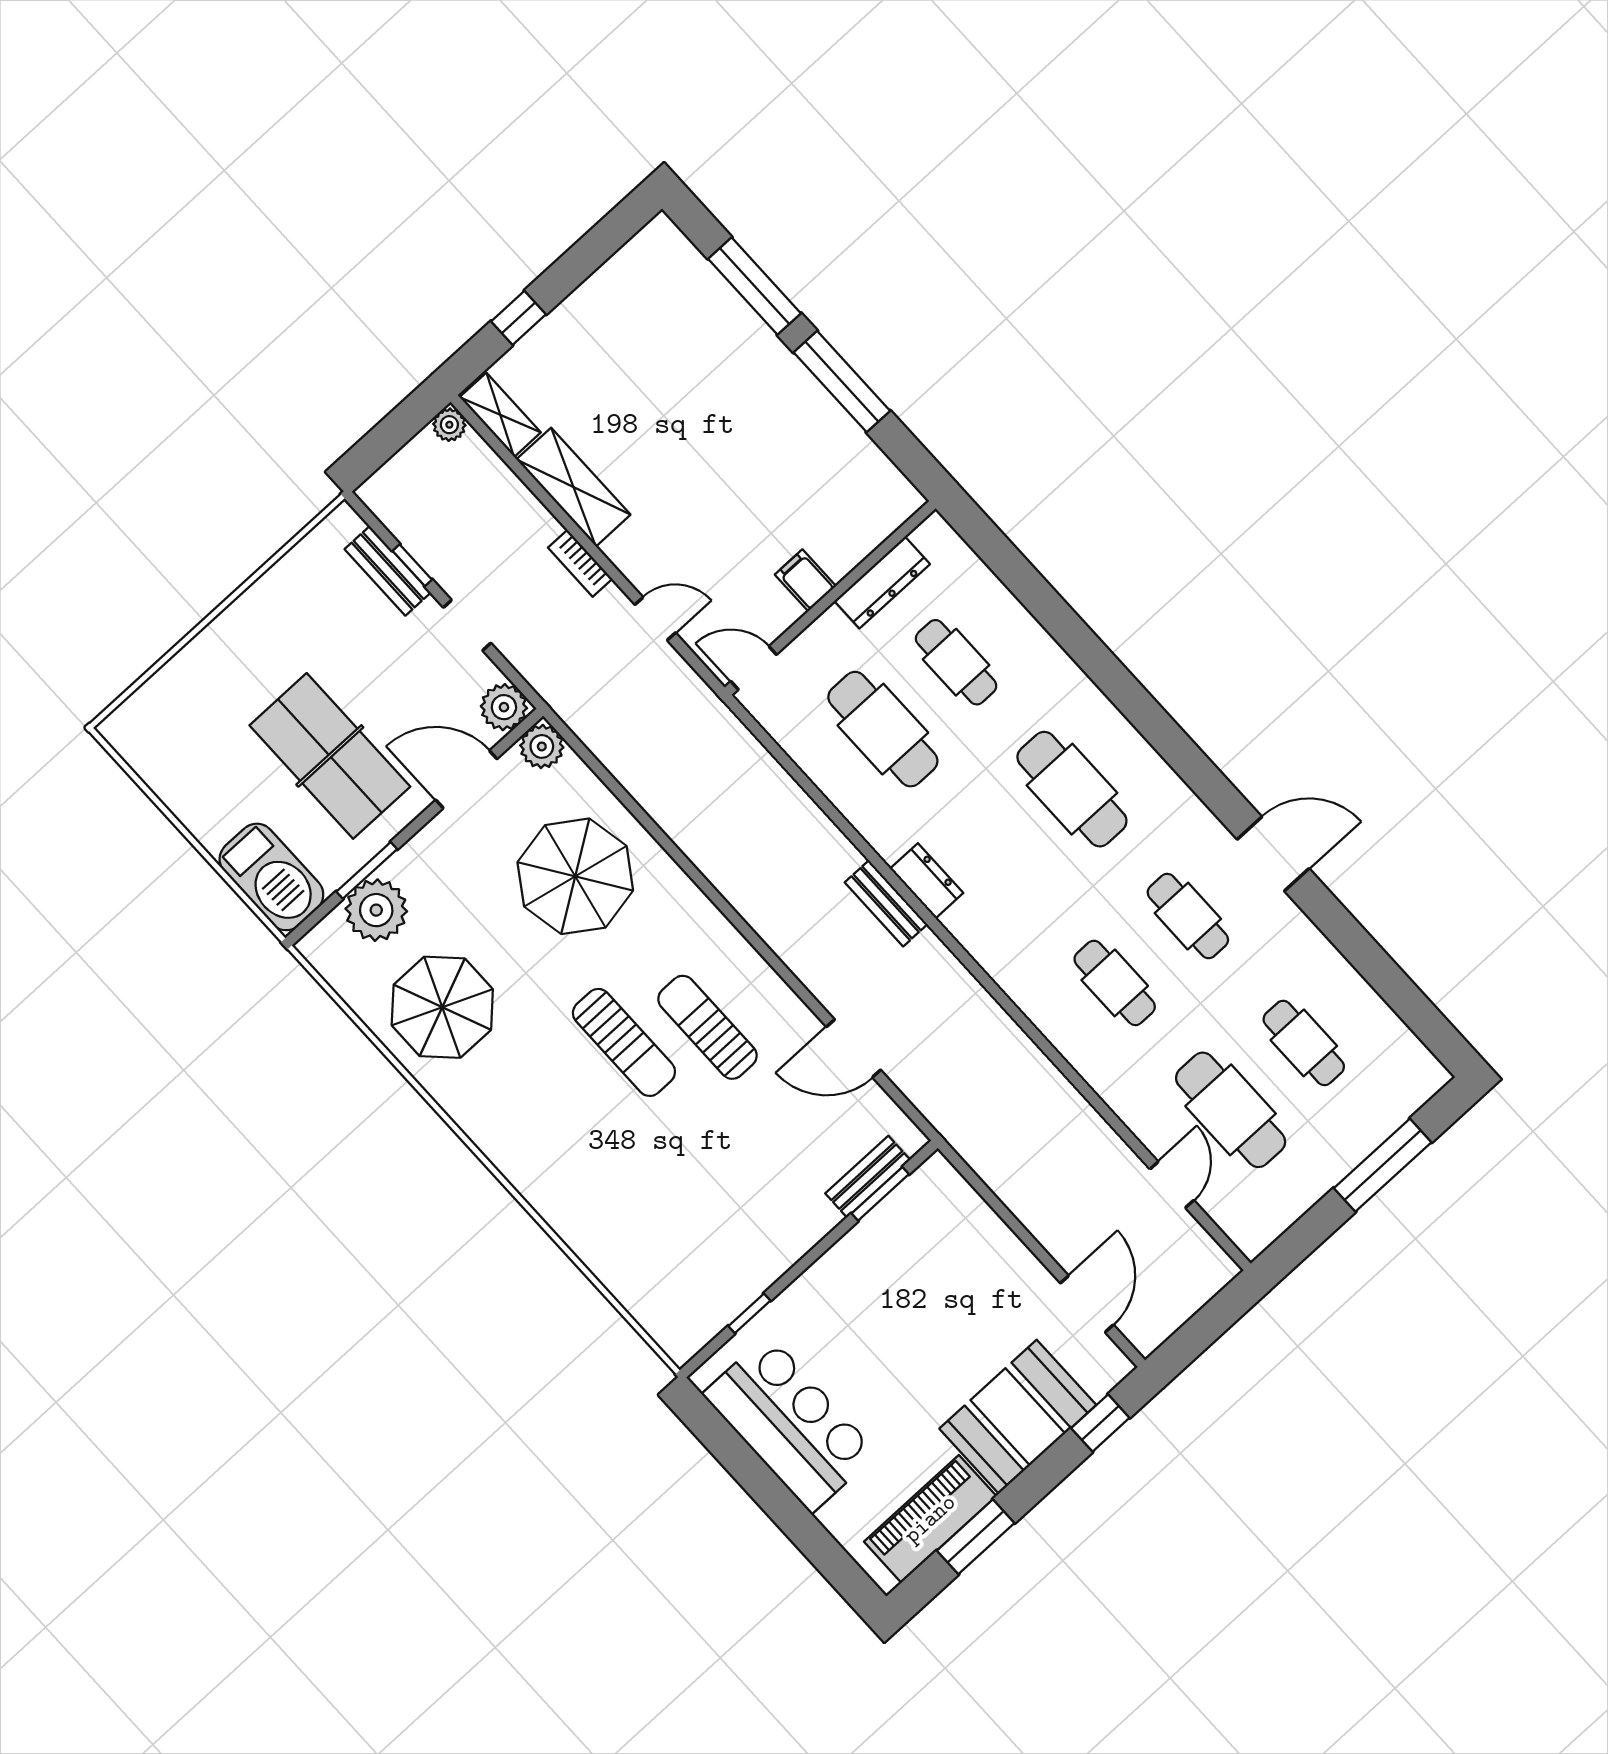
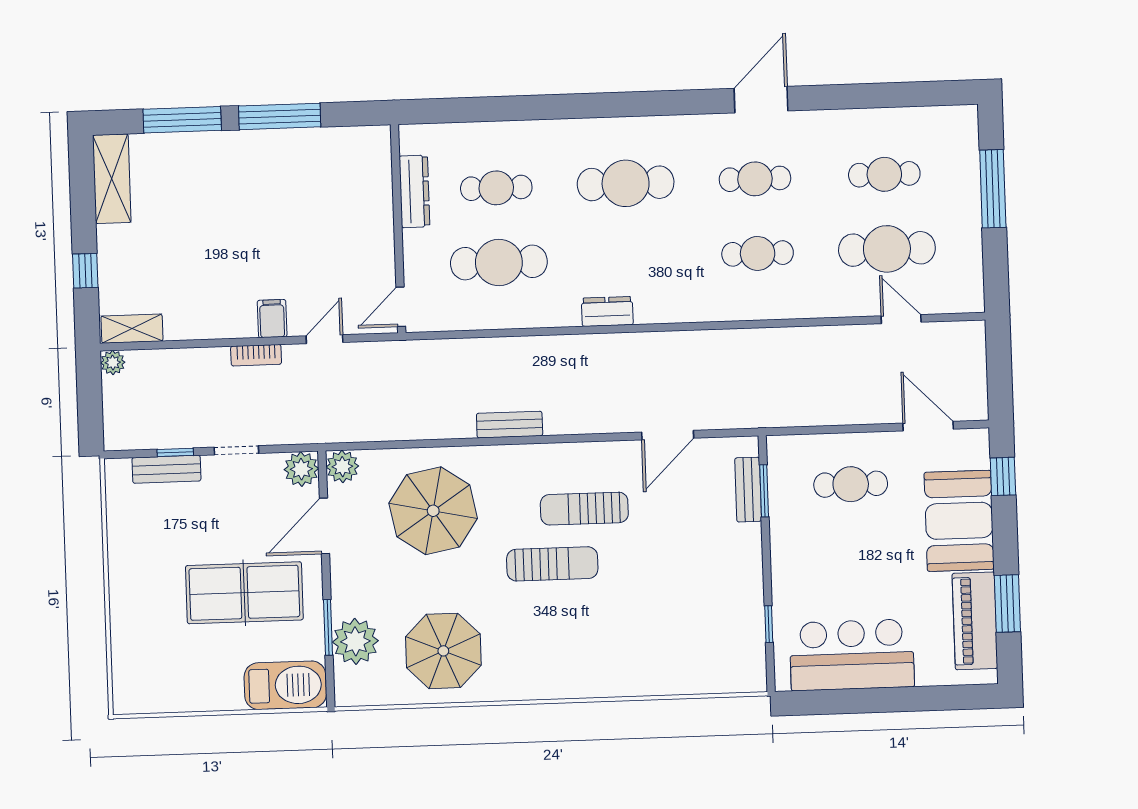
shelving: (573, 487) -> (112, 179), moved, turned 90
filing cabinet: (805, 580) -> (272, 319), moved, turned 90
bench: (886, 903) -> (510, 425), moved
cafe table: (961, 1276) -> (851, 484), added

